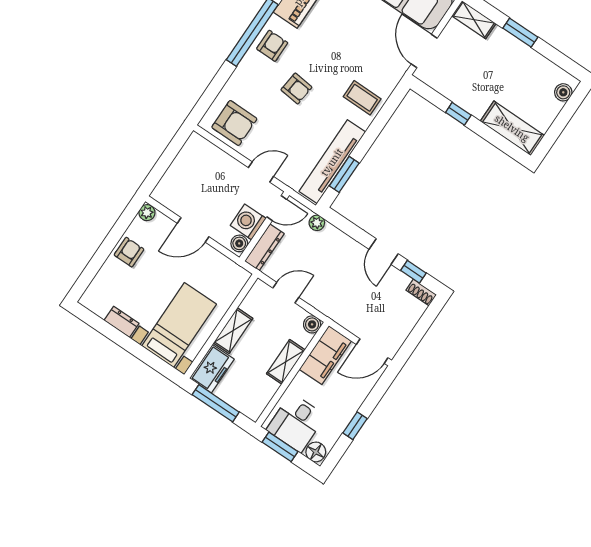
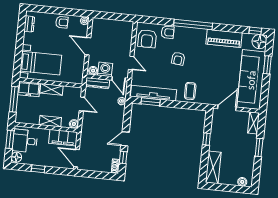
armchair: (272, 46) -> (168, 32), moved
dresser: (122, 322) -> (29, 24), moved

